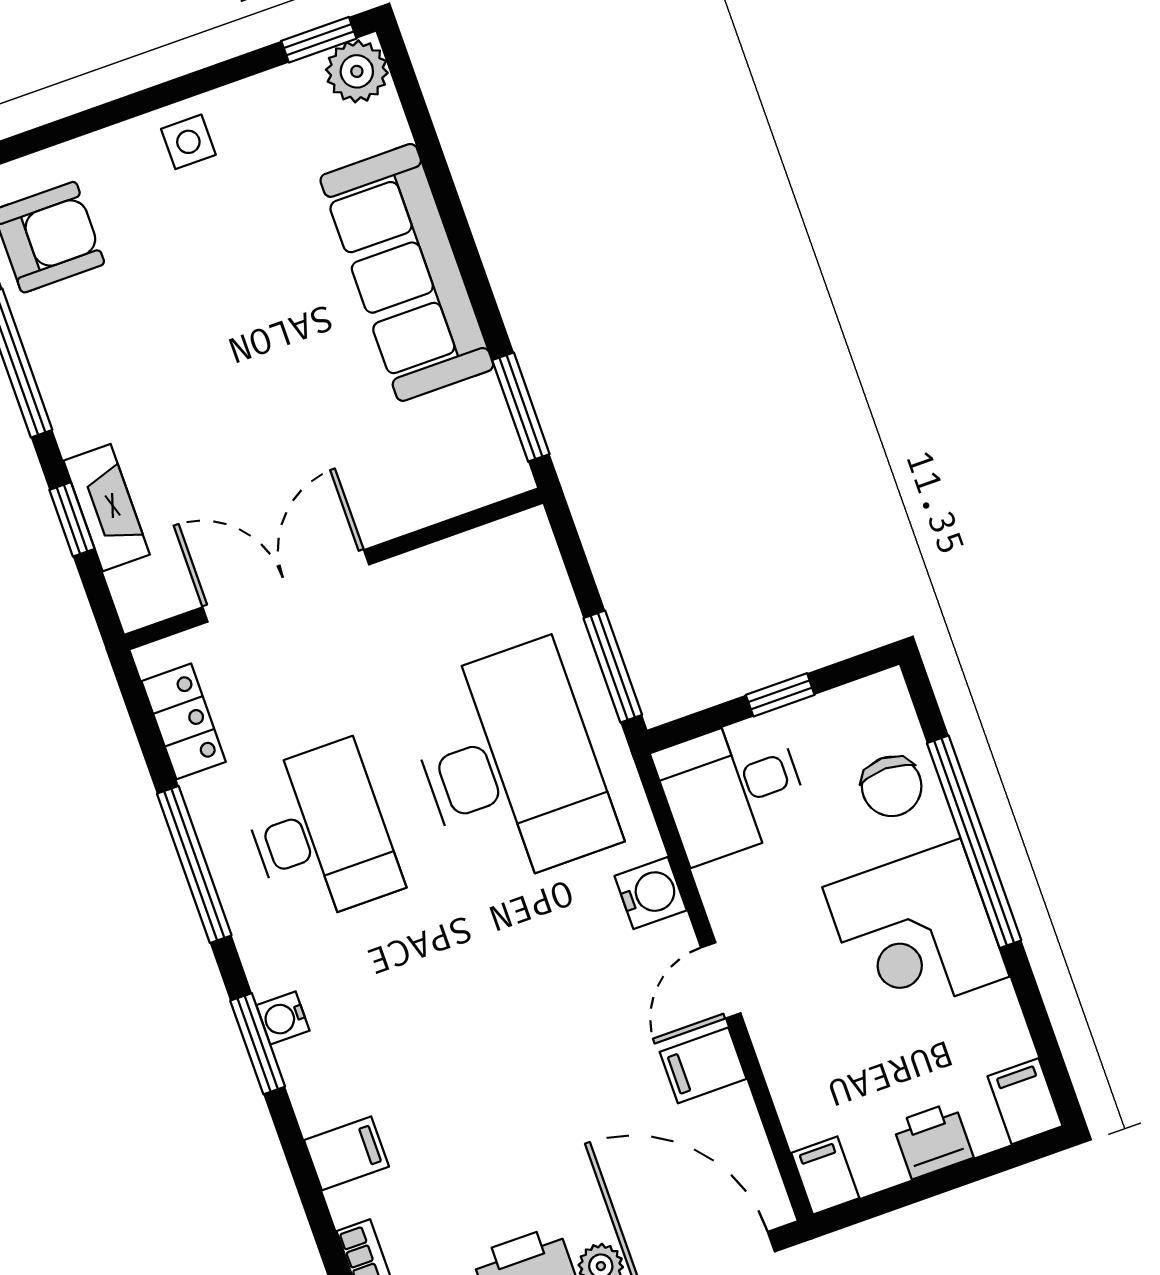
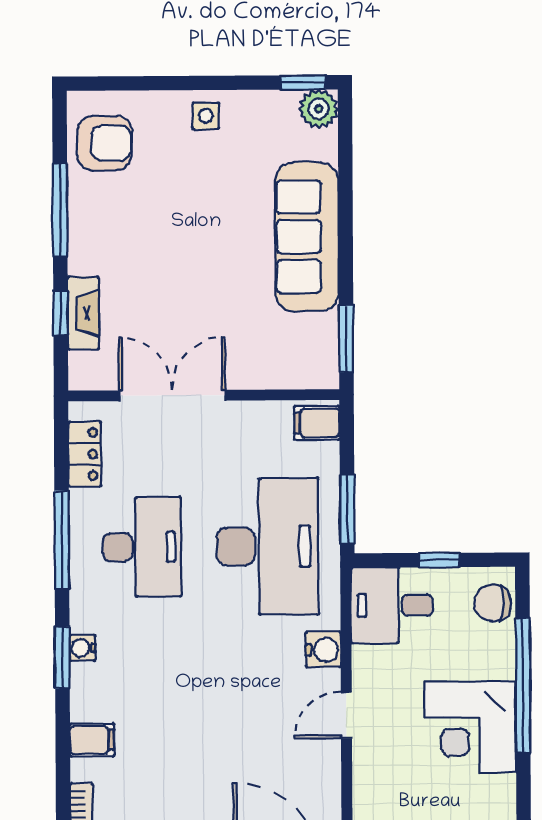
chair: (892, 786) -> (493, 603), moved, turned 90
filing cabinet: (703, 1065) -> (317, 423), moved

